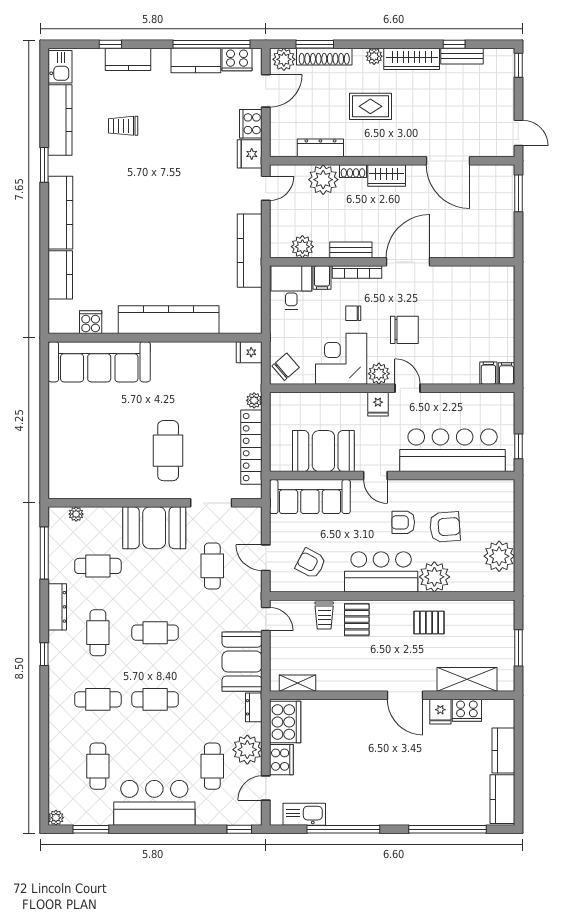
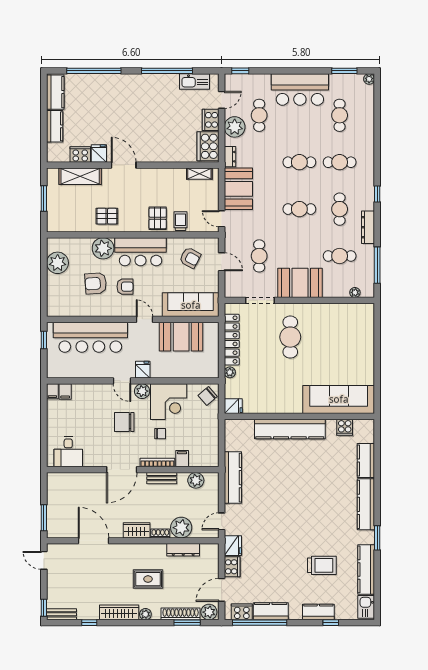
bench: (462, 56) -> (62, 614), moved
trolley: (123, 126) -> (322, 565), width x1.36, depth x1.39
desk: (291, 288) -> (68, 452), moved

